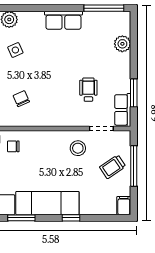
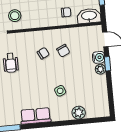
side table: (15, 50) -> (60, 91), moved
chair: (47, 98) -> (43, 53), added

